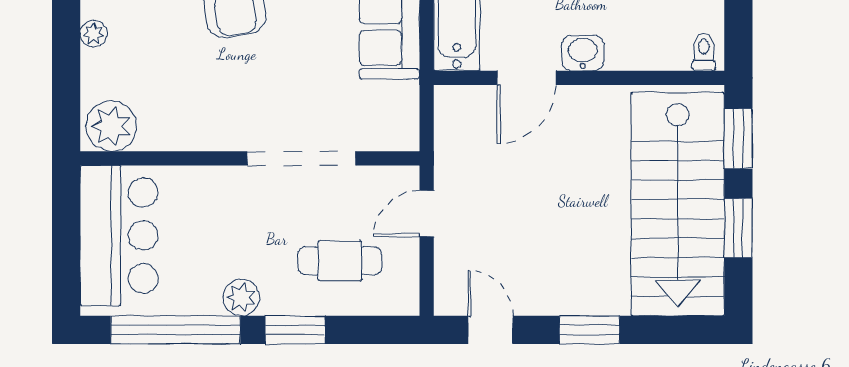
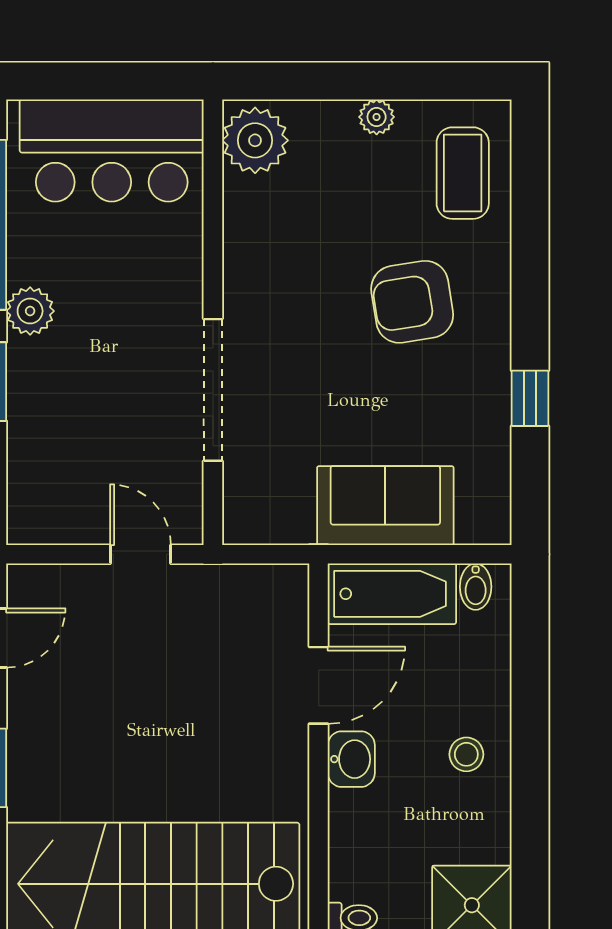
door: (526, 78) -> (319, 685), swing flipped
cafe table: (340, 261) -> (78, 440), removed

